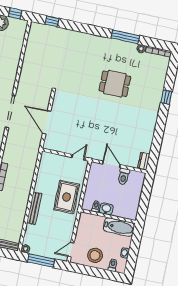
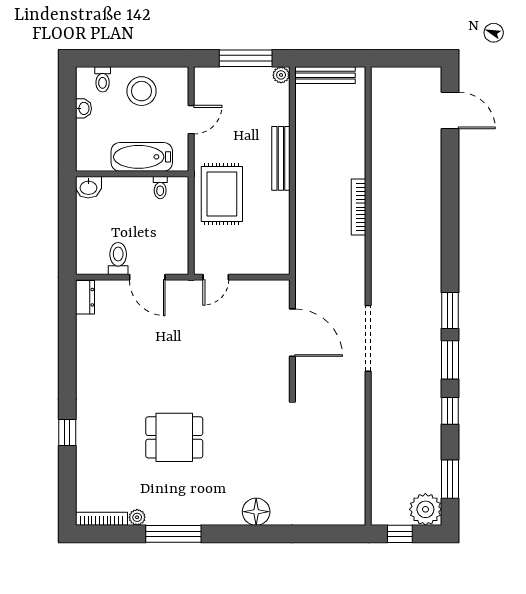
window: (52, 21) -> (324, 534), removed
floor lamp: (83, 39) -> (256, 512), added
washbasin: (106, 209) -> (88, 187), moved
bathtub: (119, 227) -> (142, 157), moved
door: (71, 250) -> (191, 120), moved

